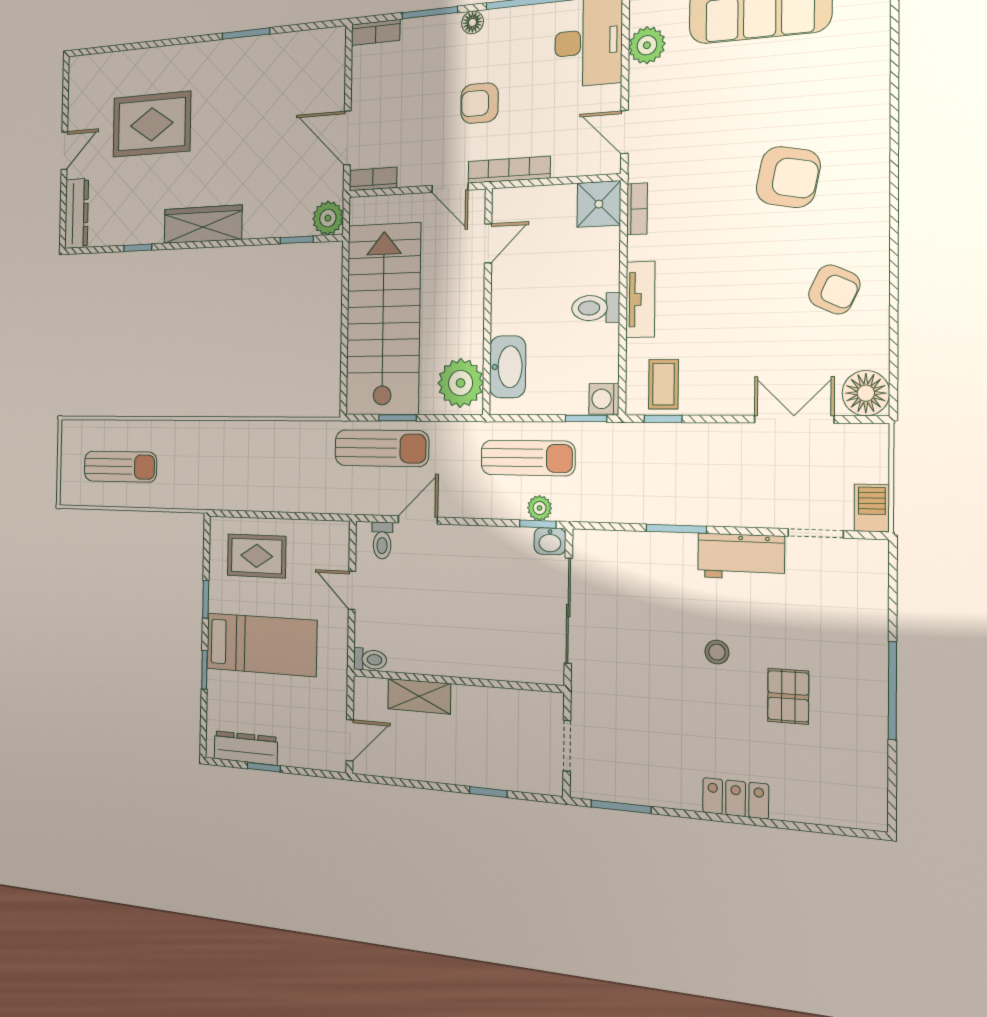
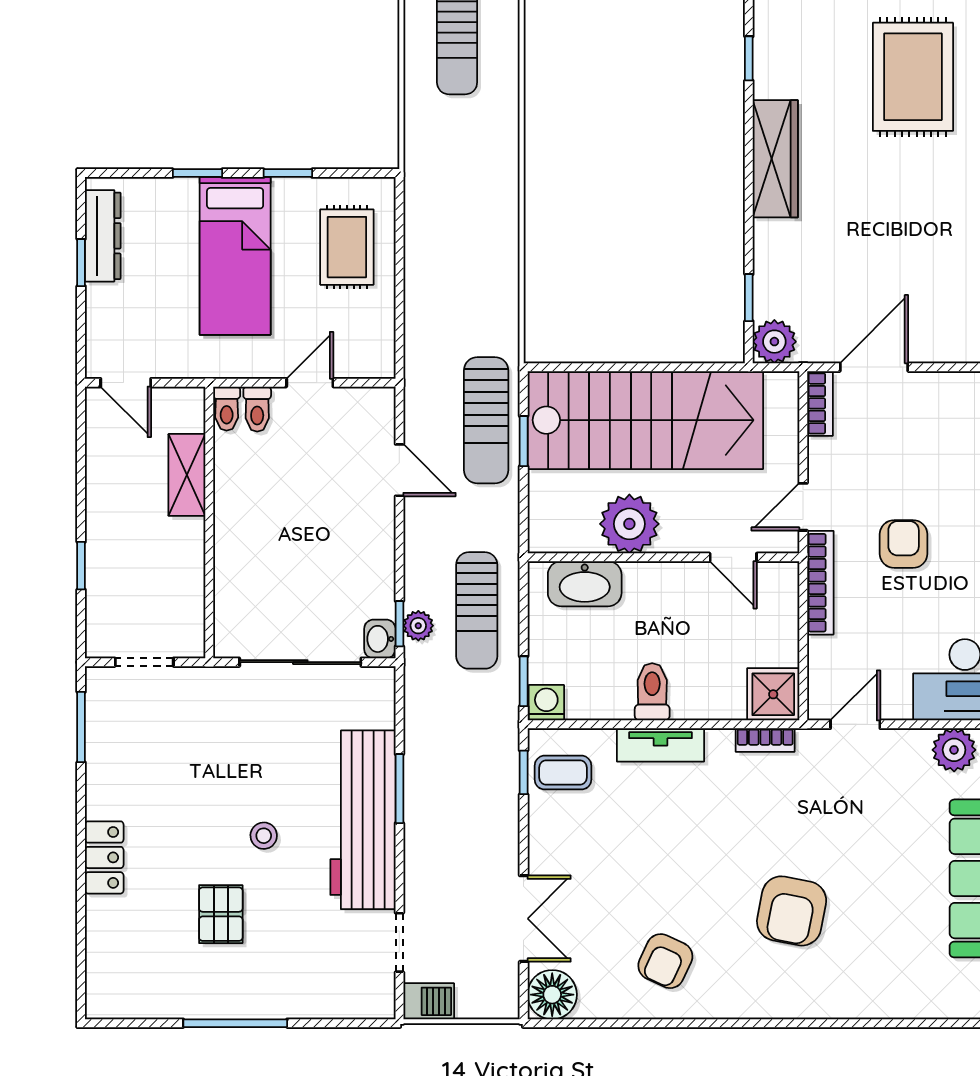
plant: (461, 383) -> (629, 524), moved
toilet: (382, 540) -> (257, 409), moved, turned -90
workbench: (741, 557) -> (363, 820), width x1.88, depth x1.32
pallet: (788, 696) -> (221, 914), turned 90

